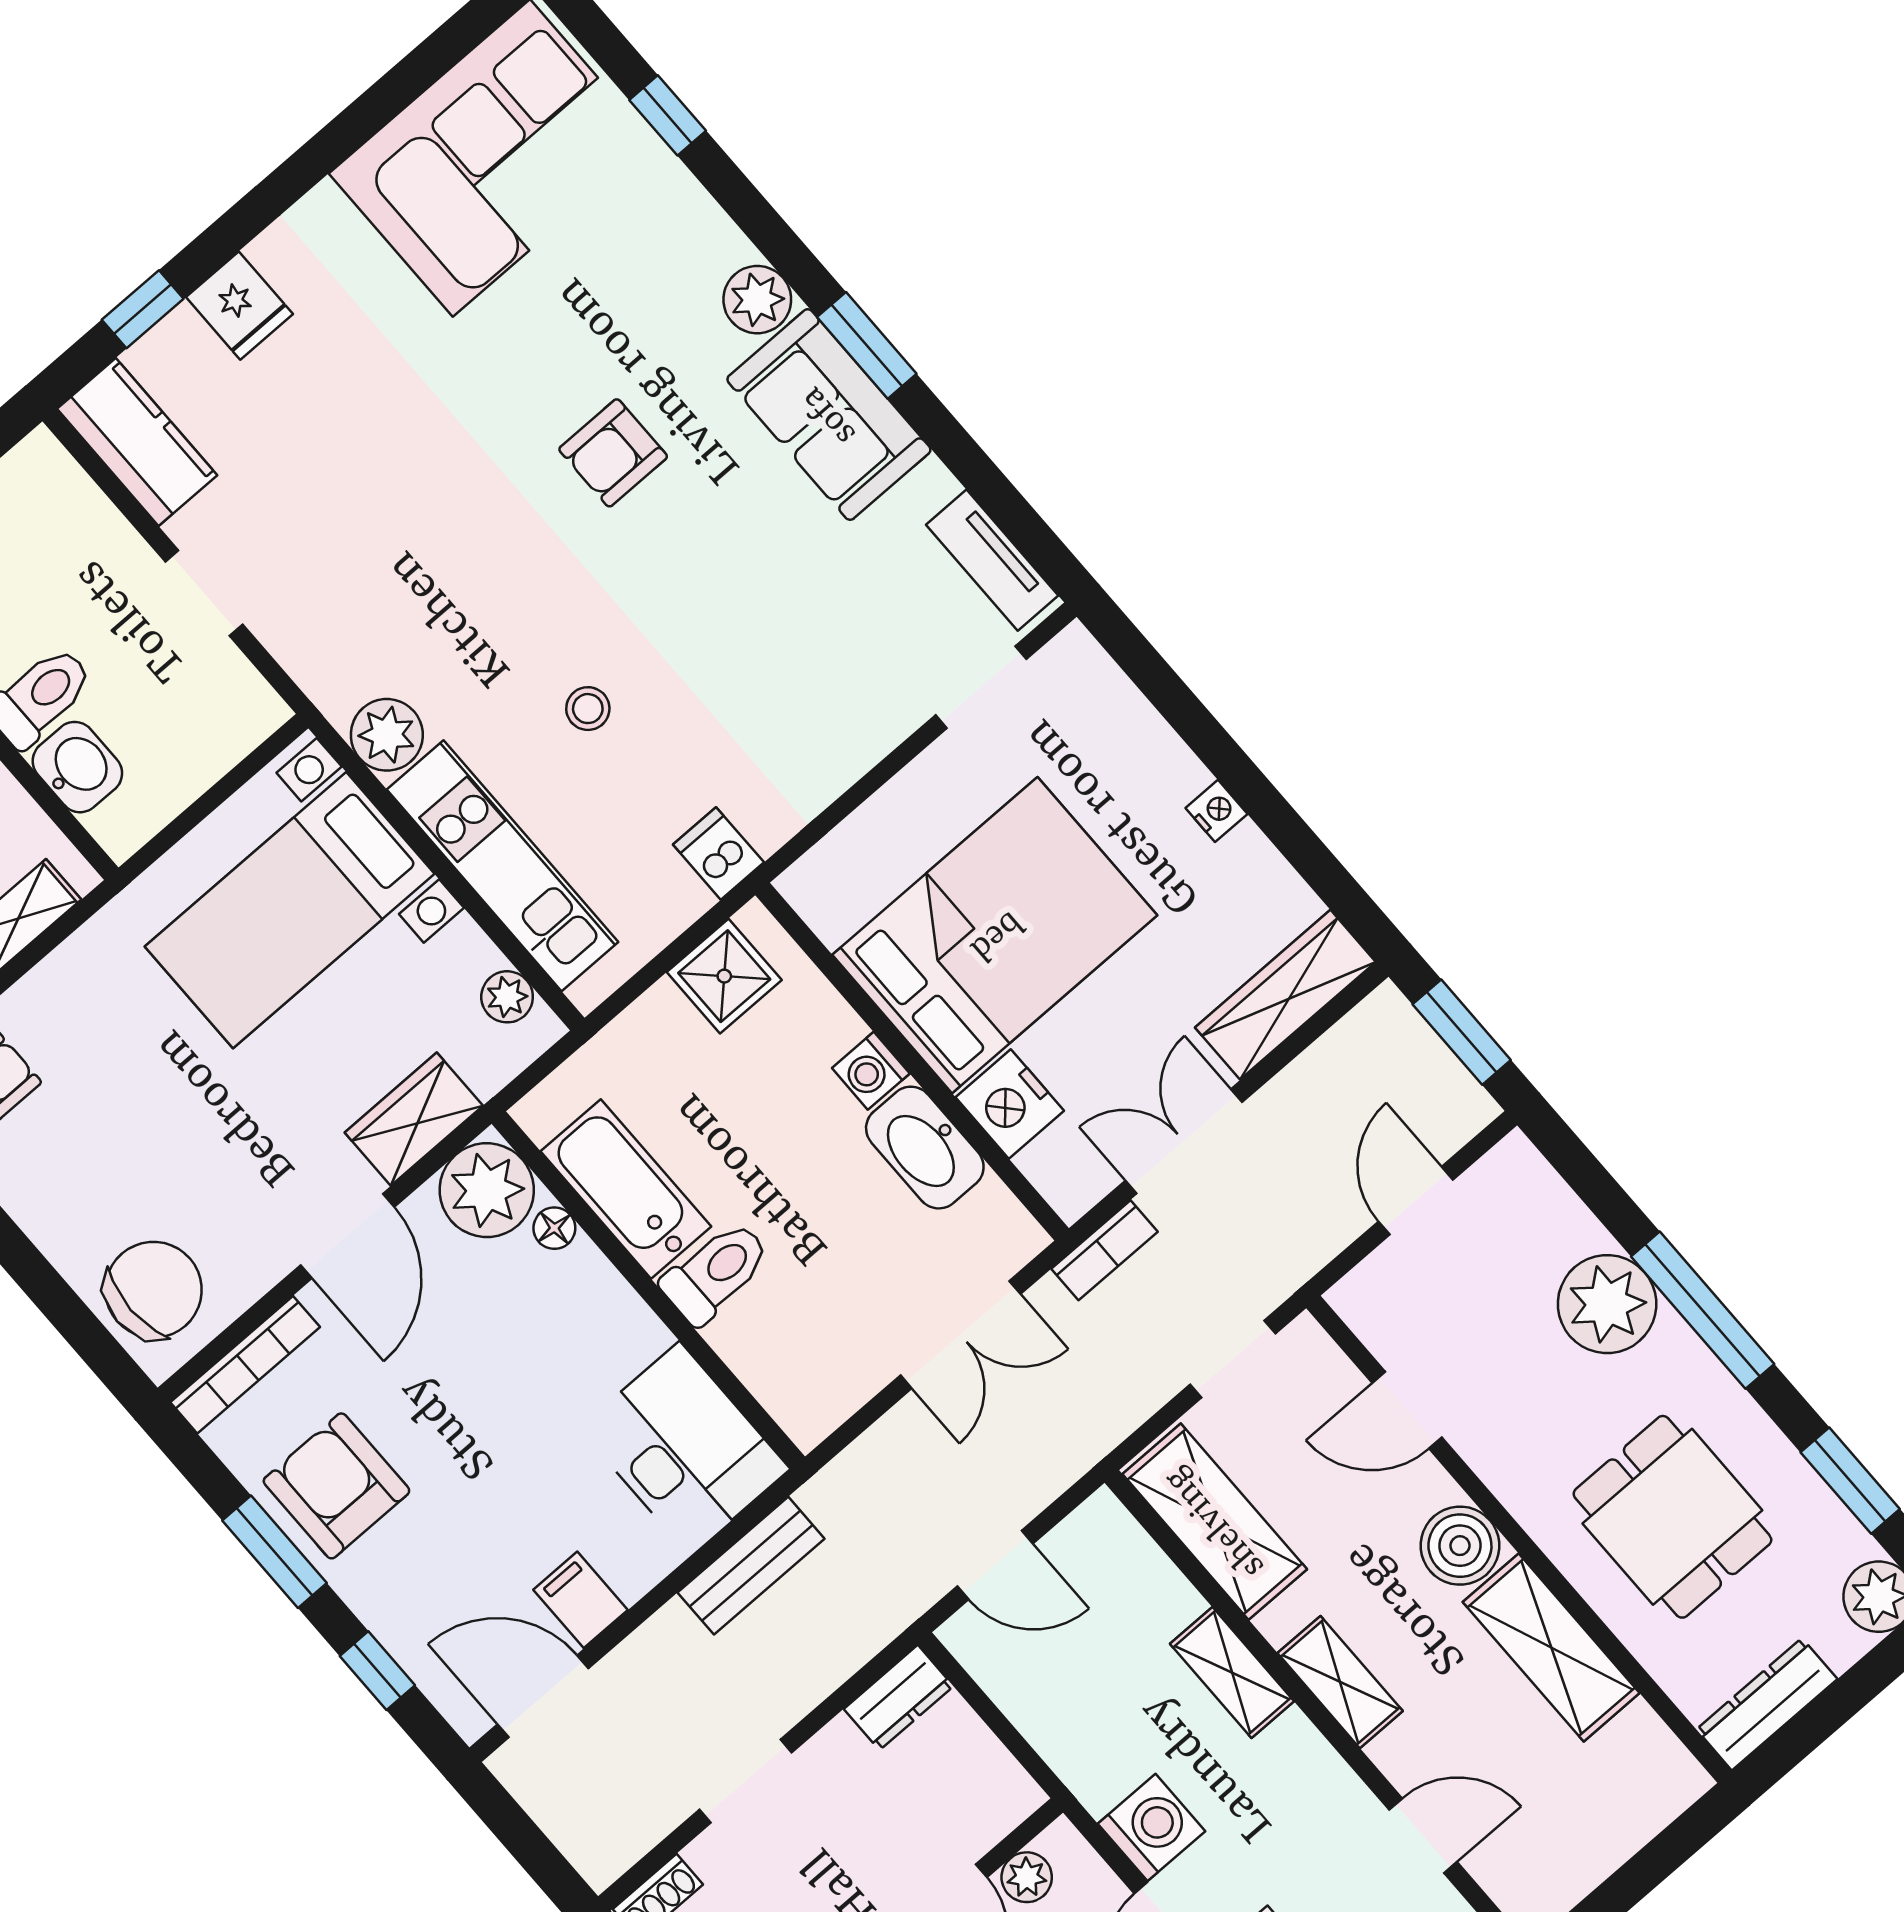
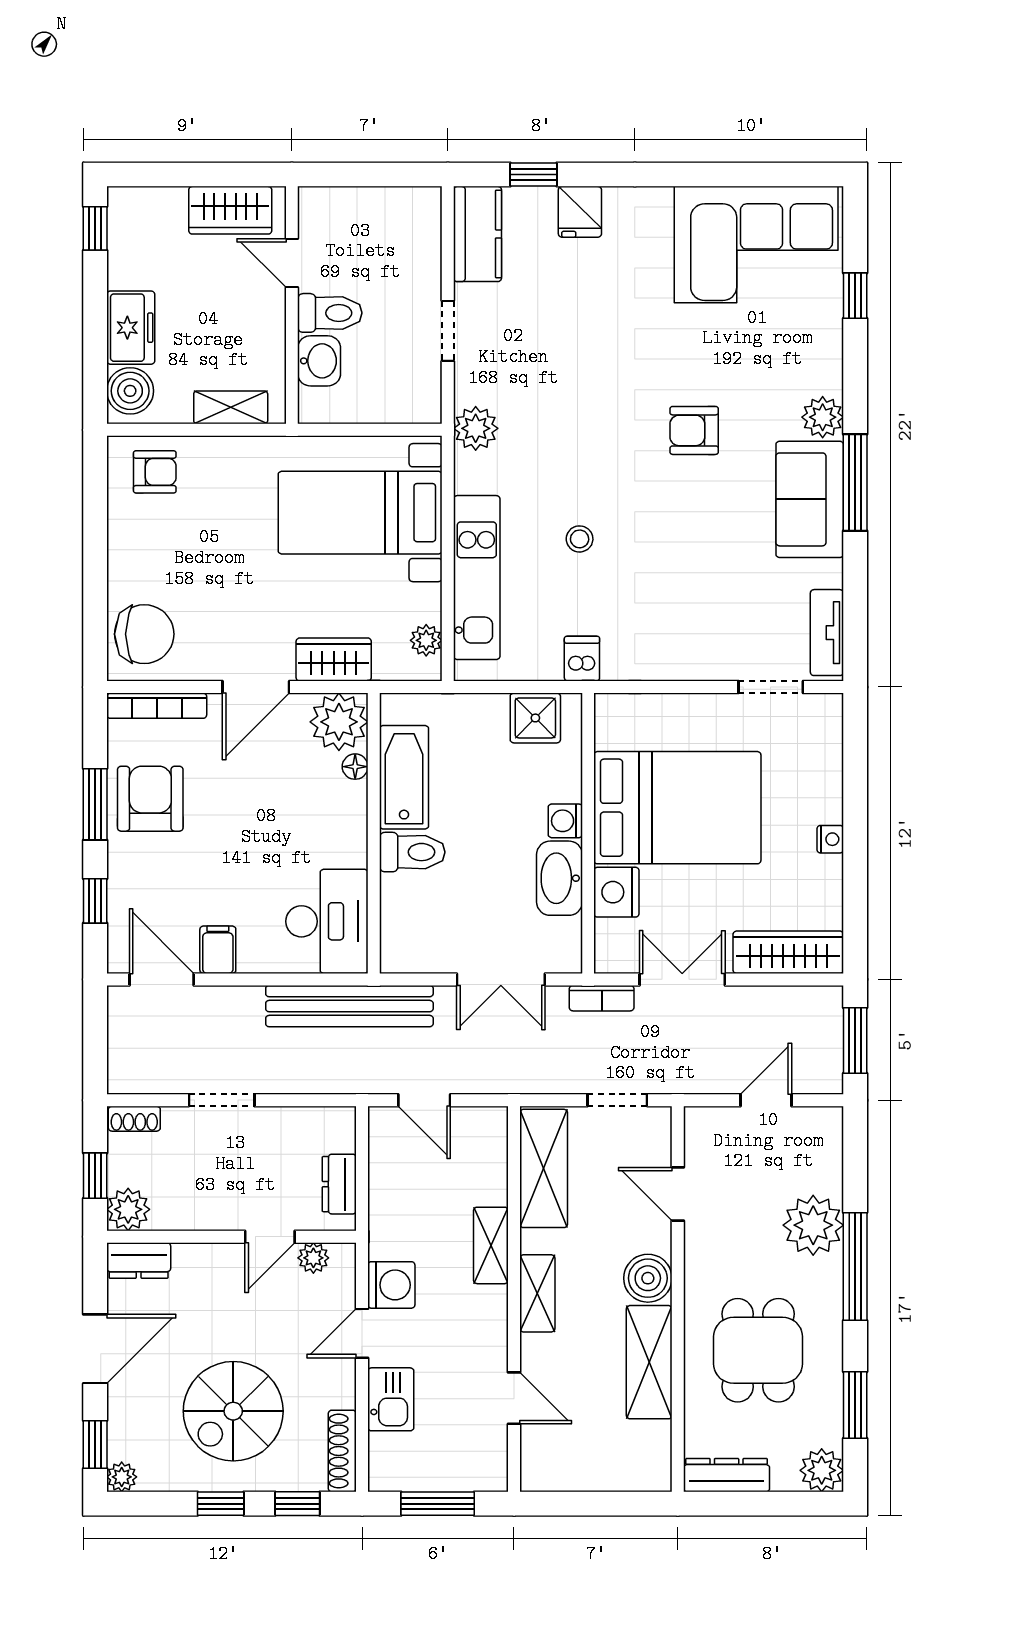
window: (867, 345) -> (855, 483), width x1.44
plant: (387, 735) -> (476, 428), moved
bench: (751, 1566) -> (349, 1006), width x1.86, depth x1.21
dresser: (899, 1698) -> (339, 1184), moved, turned 90

